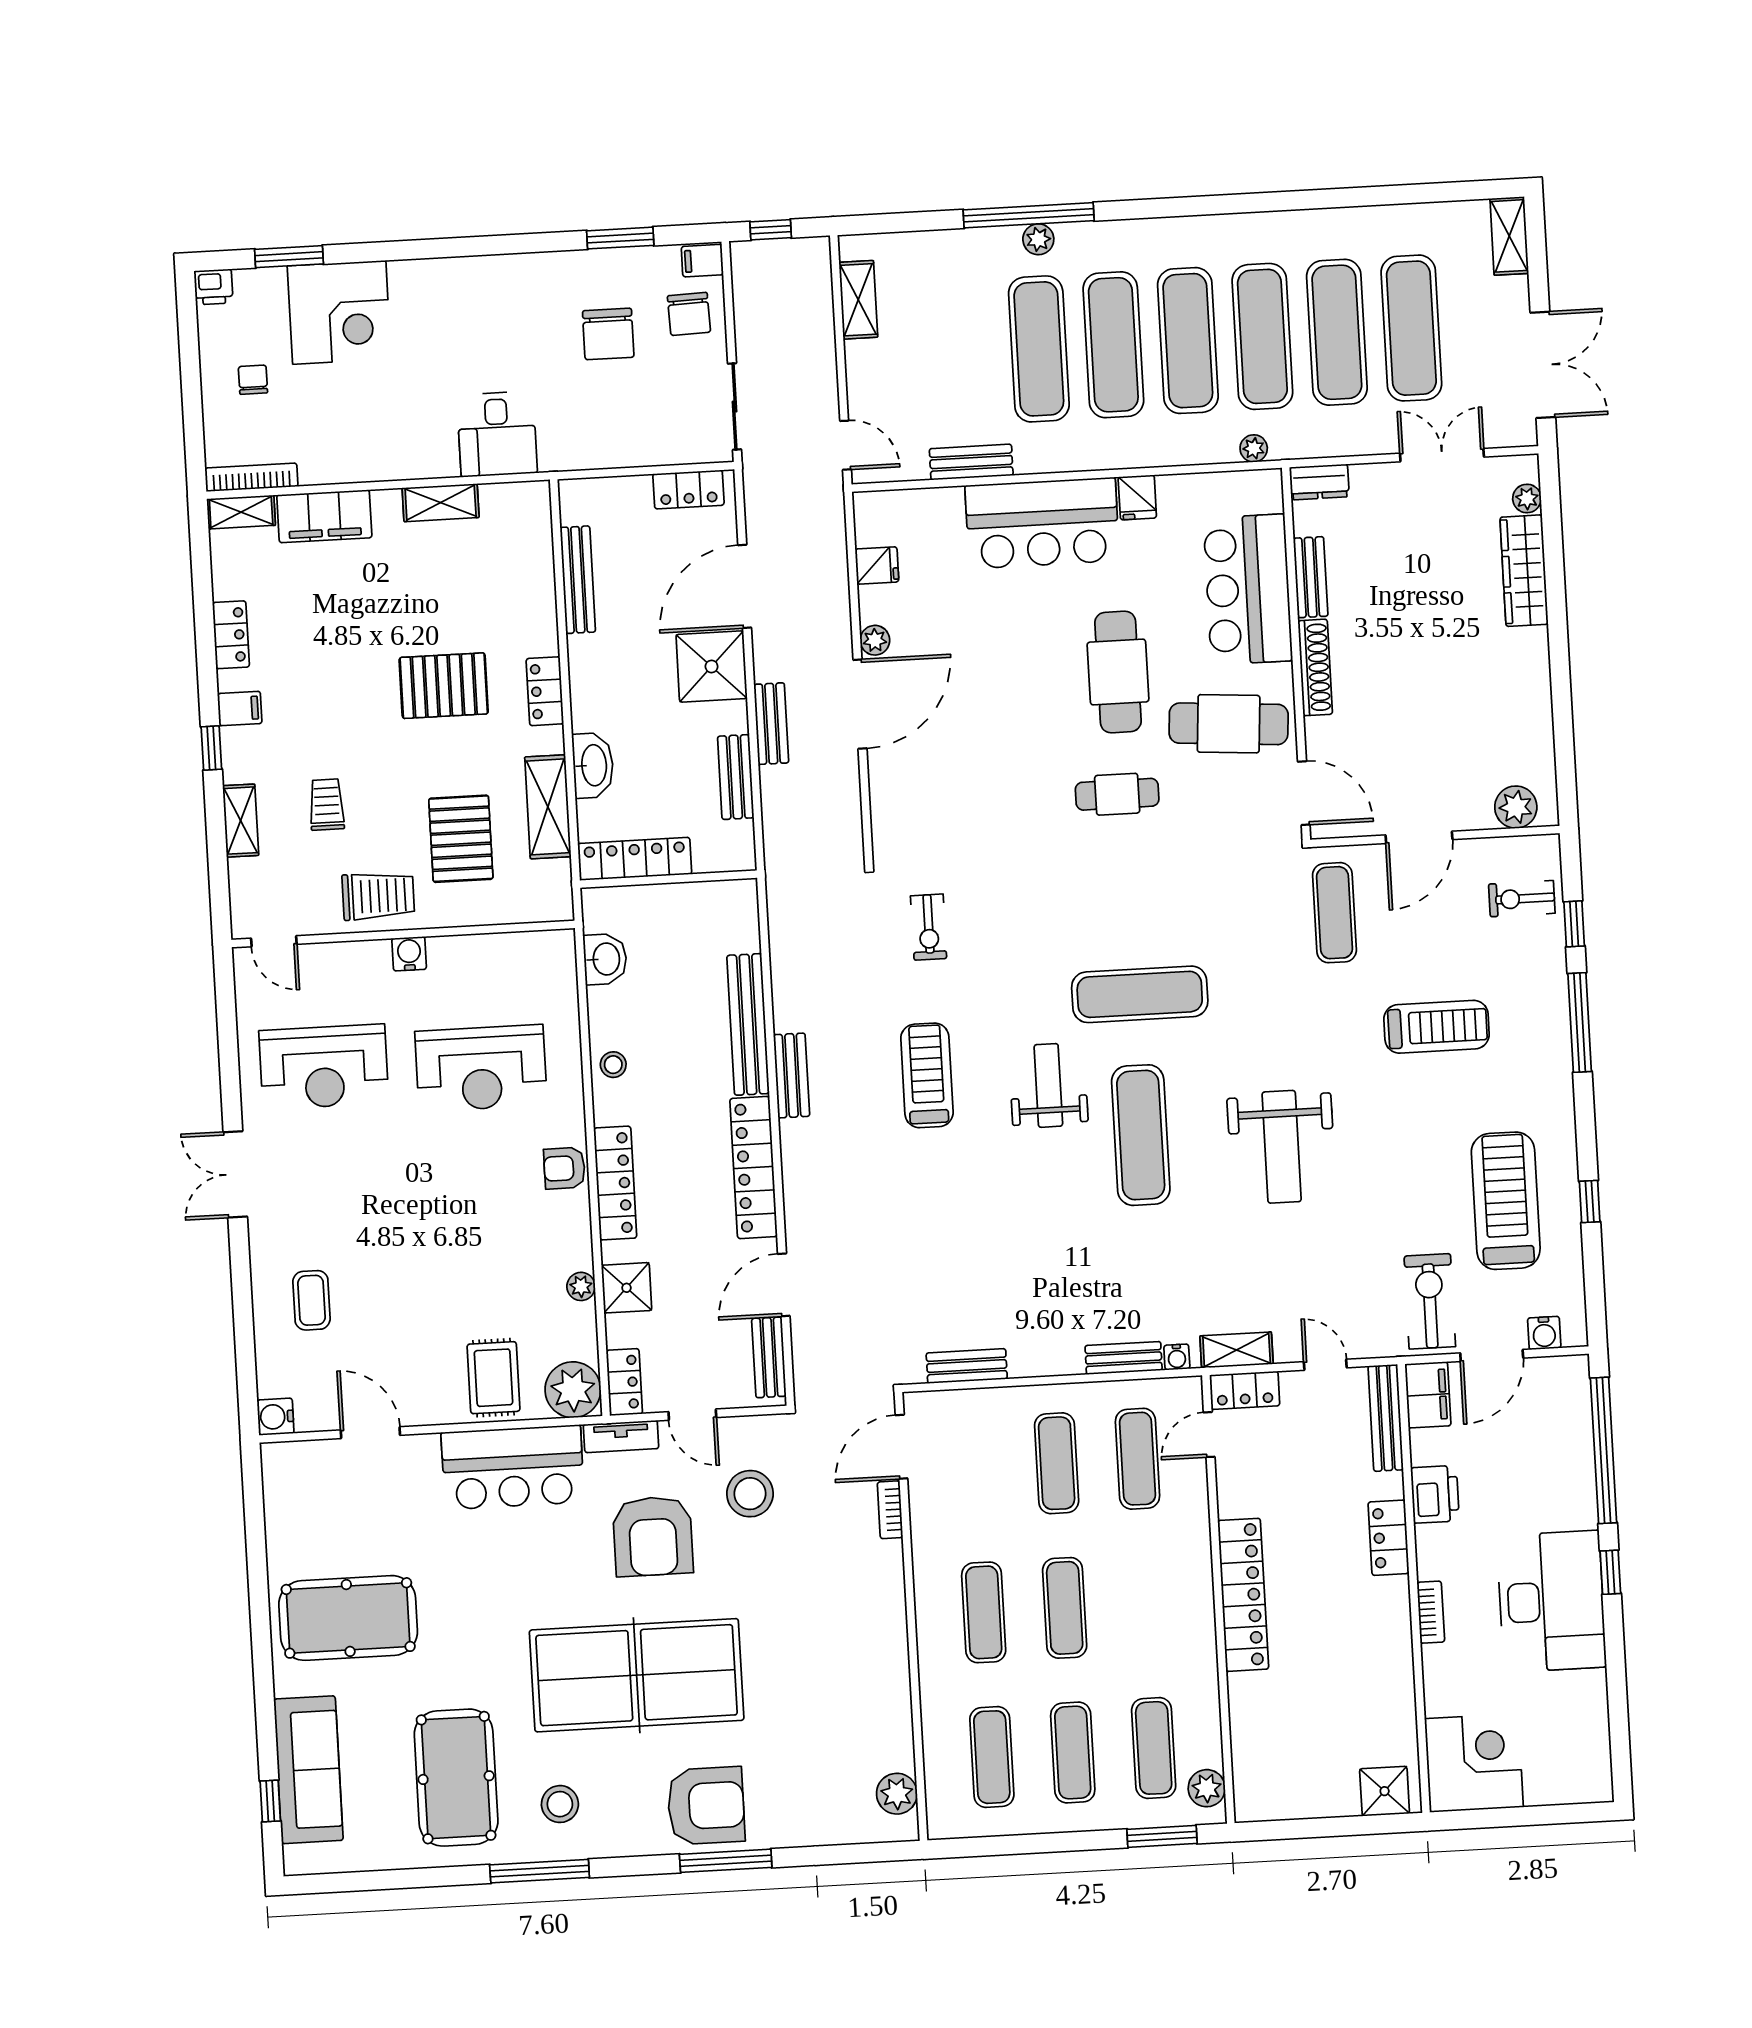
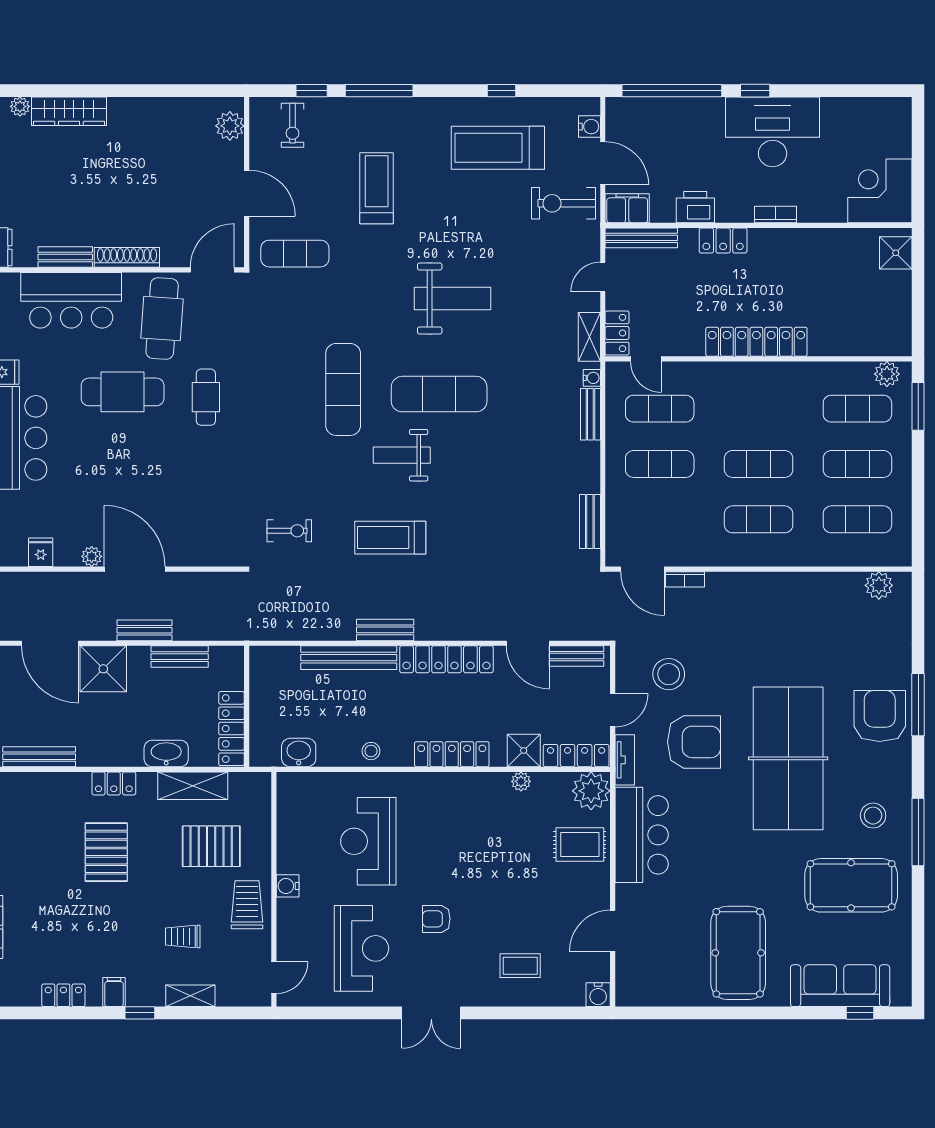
reception desk: (481, 1068) -> (368, 841), turned 180
armchair: (564, 1168) -> (436, 919), moved, turned 90
locker: (624, 1382) -> (576, 756), width x1.53

